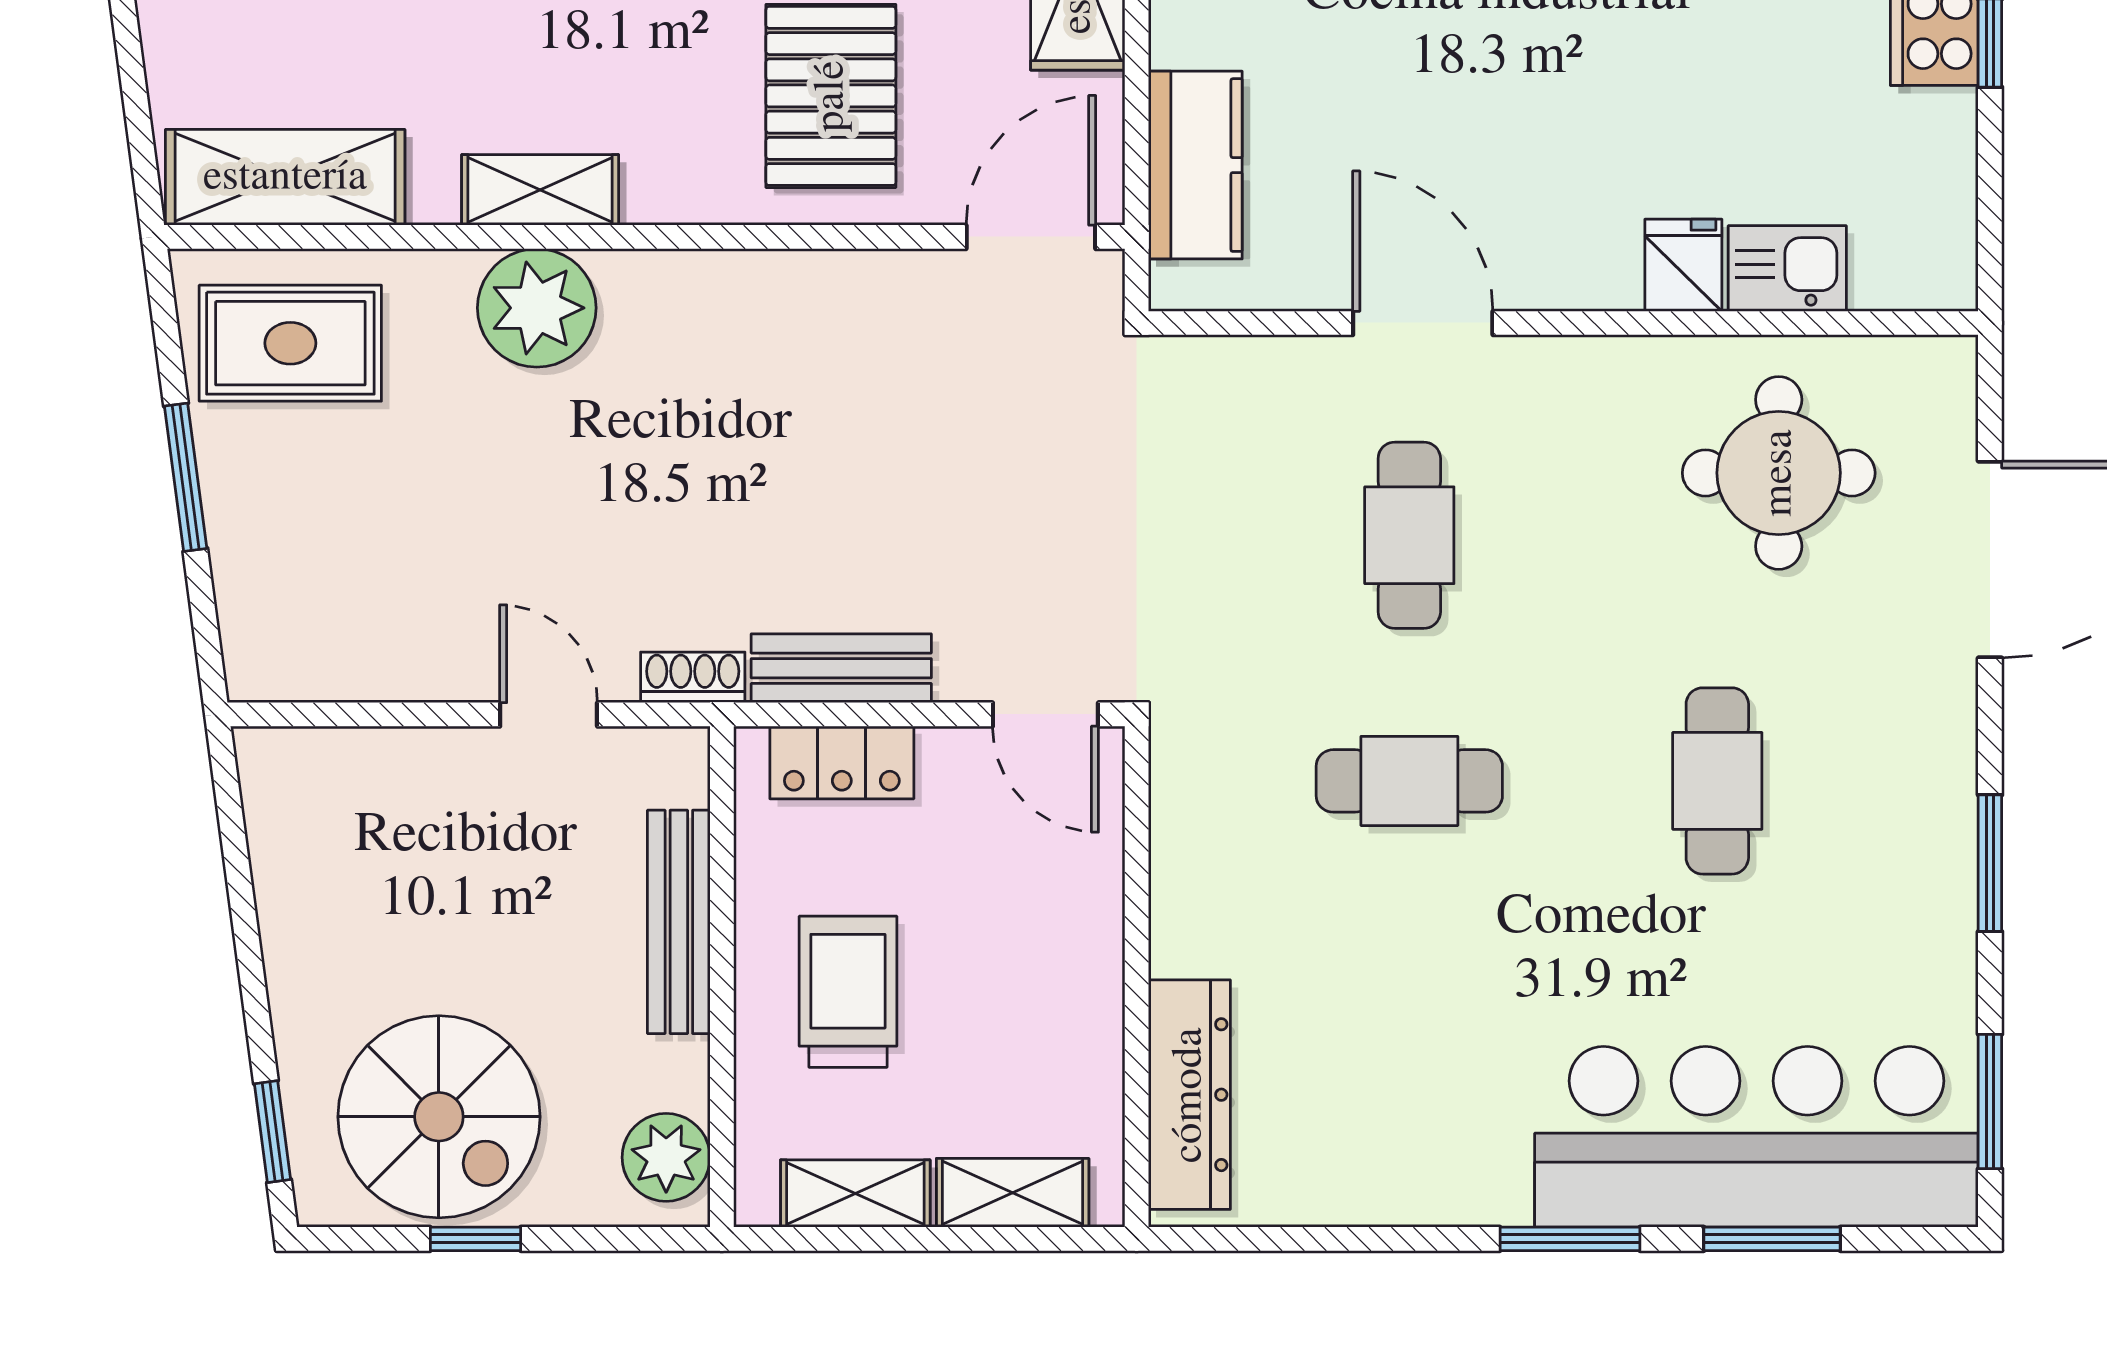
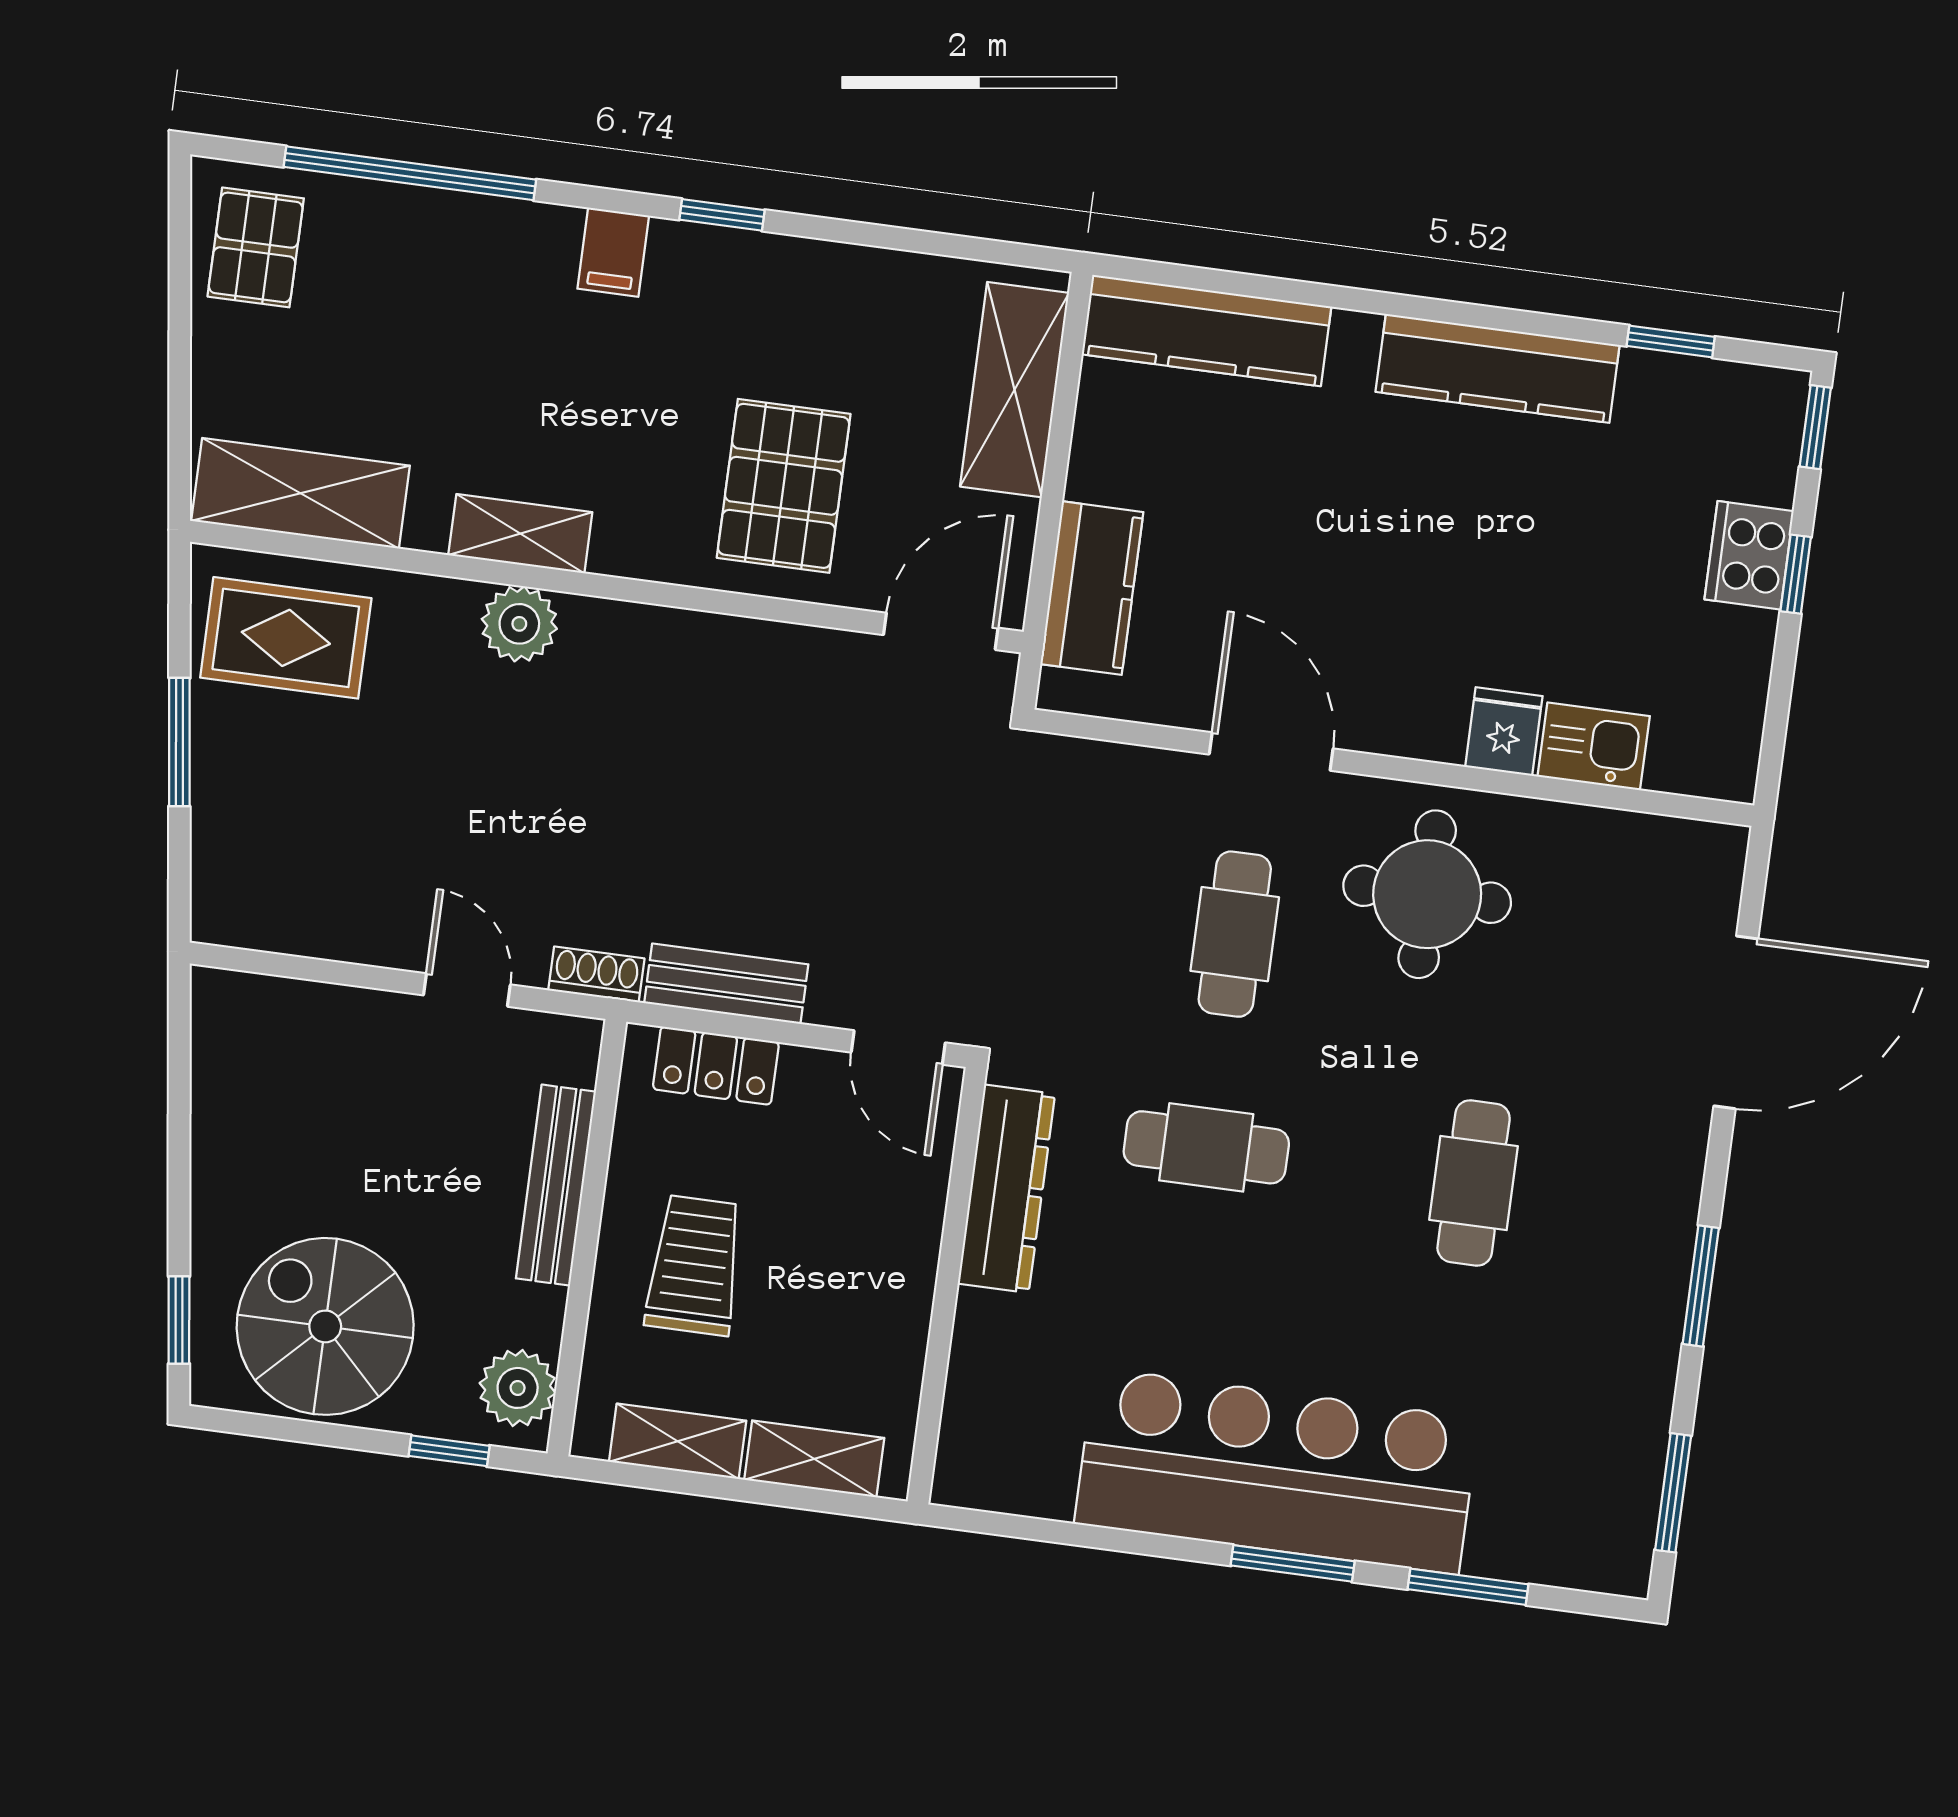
plant: (537, 308) -> (519, 624), width x0.73, depth x0.73
round table: (1779, 473) -> (1427, 894), moved
dresser: (1189, 1095) -> (1006, 1189), moved
spiral stairs: (439, 1117) -> (325, 1326), turned 180
bar counter: (1756, 1137) -> (1277, 1471), moved
window: (475, 1239) -> (449, 1451), moved

